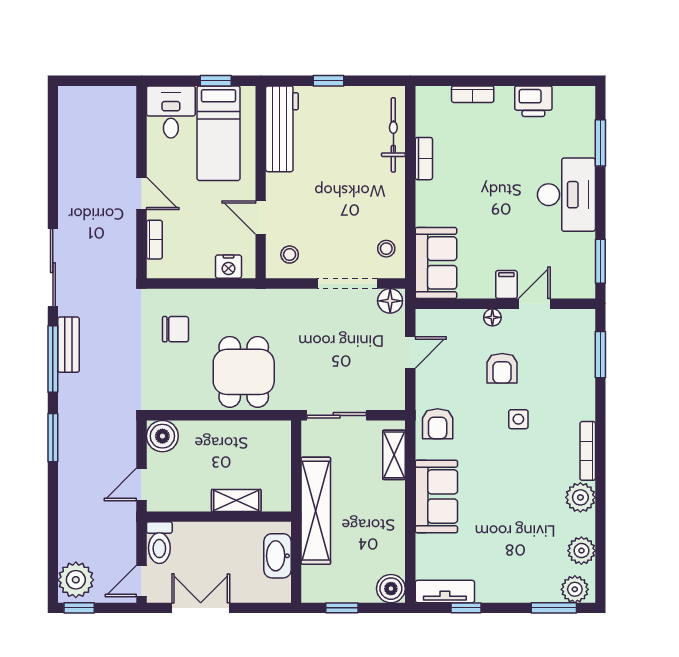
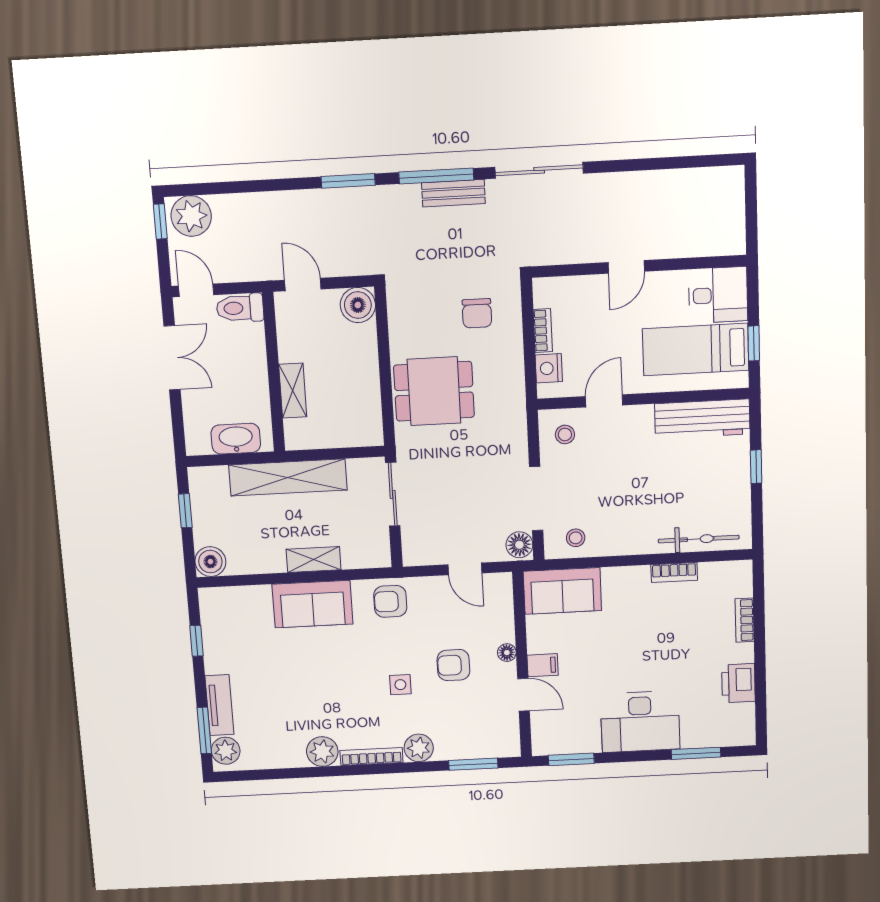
bookcase: (154, 240) -> (543, 331), moved, turned -90
shelving: (394, 455) -> (314, 560), moved
plant: (581, 551) -> (419, 748), moved
tv unit: (445, 592) -> (219, 705), moved

